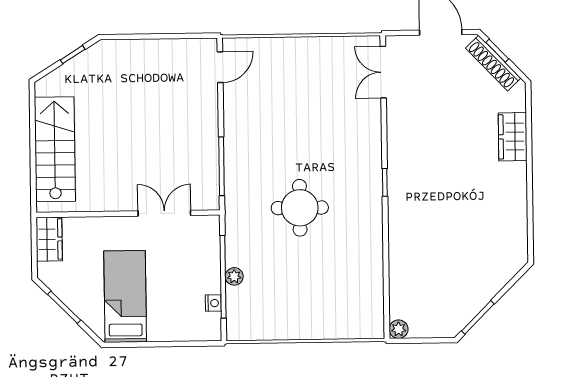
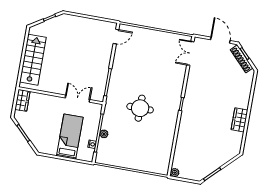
wardrobe: (513, 137) -> (240, 120), moved
bed: (125, 297) -> (70, 137), moved

